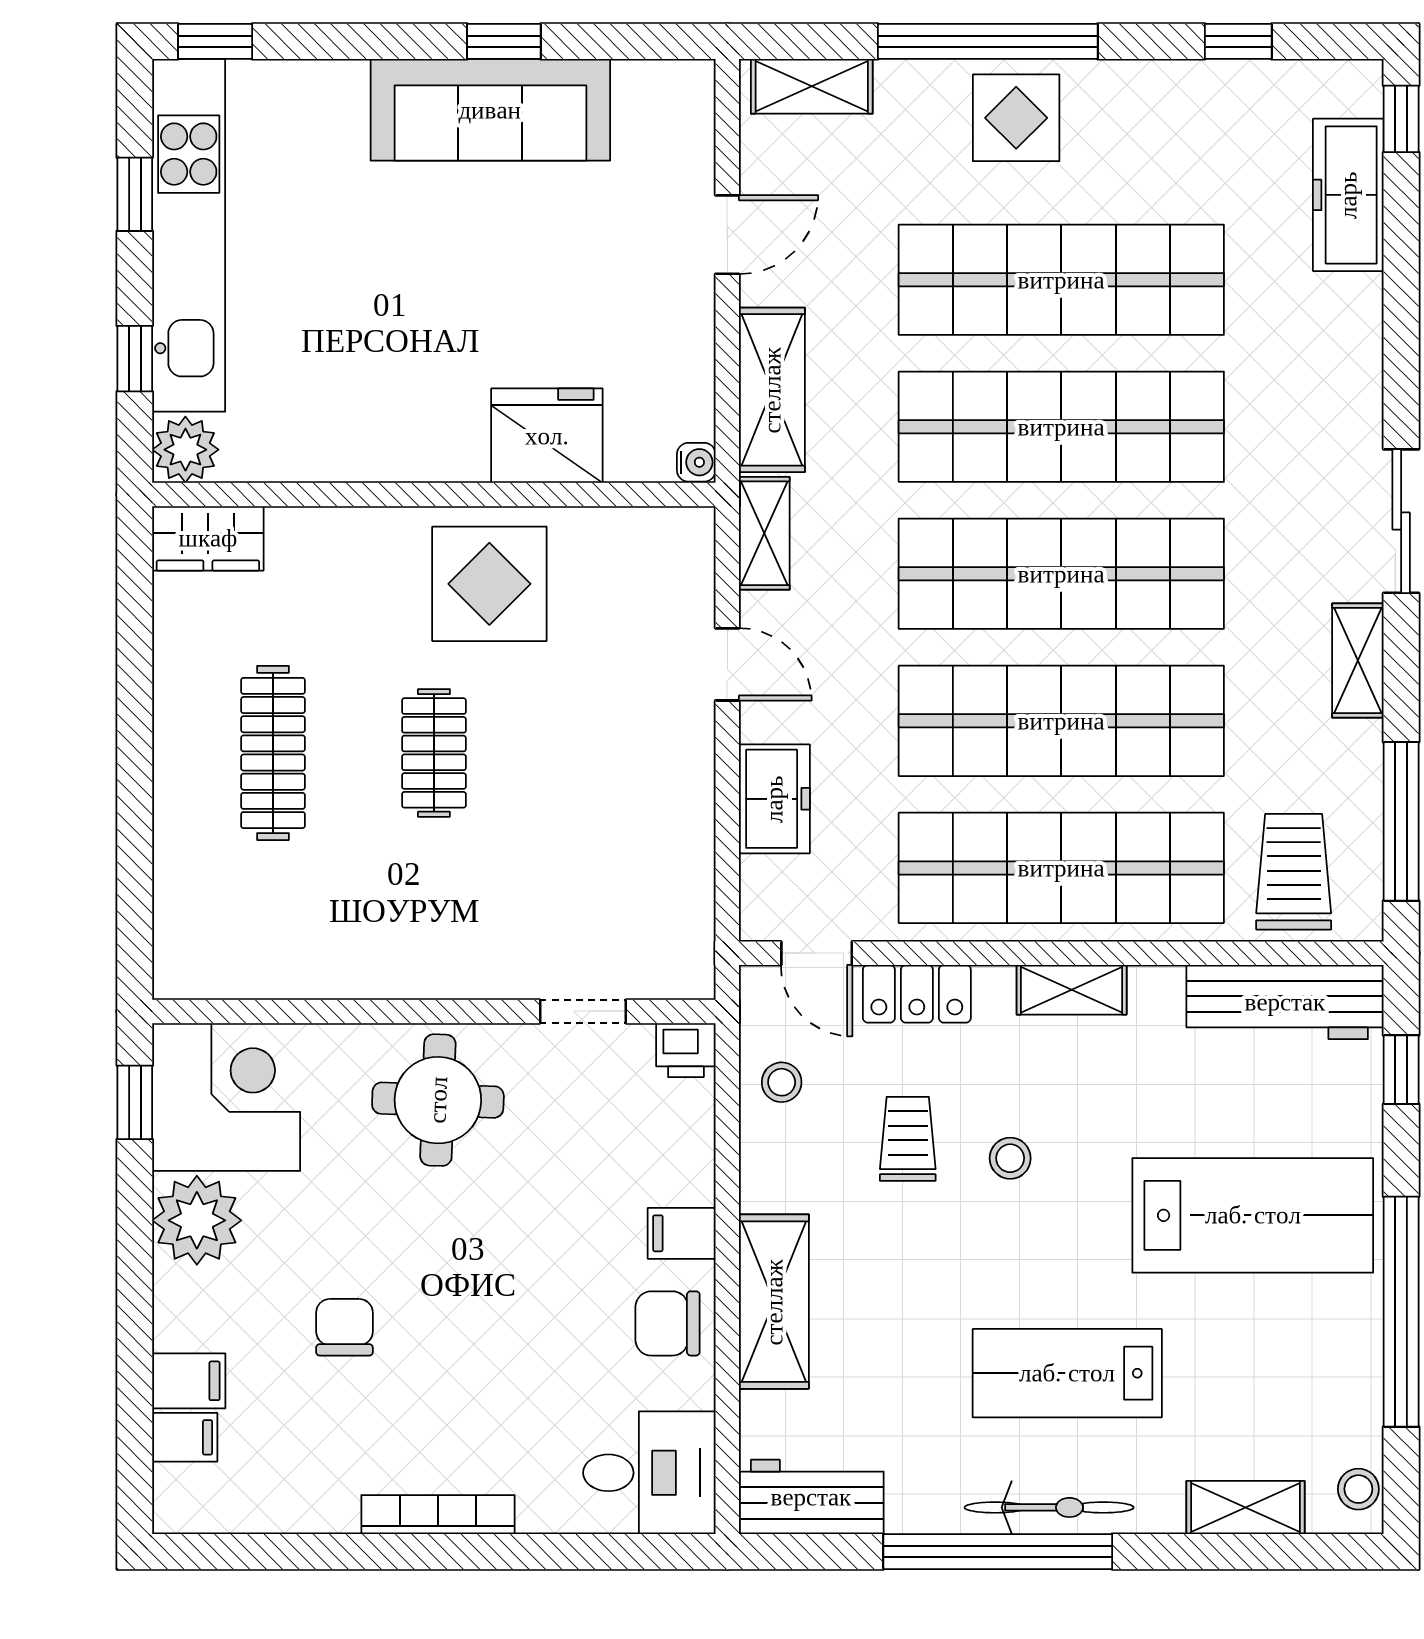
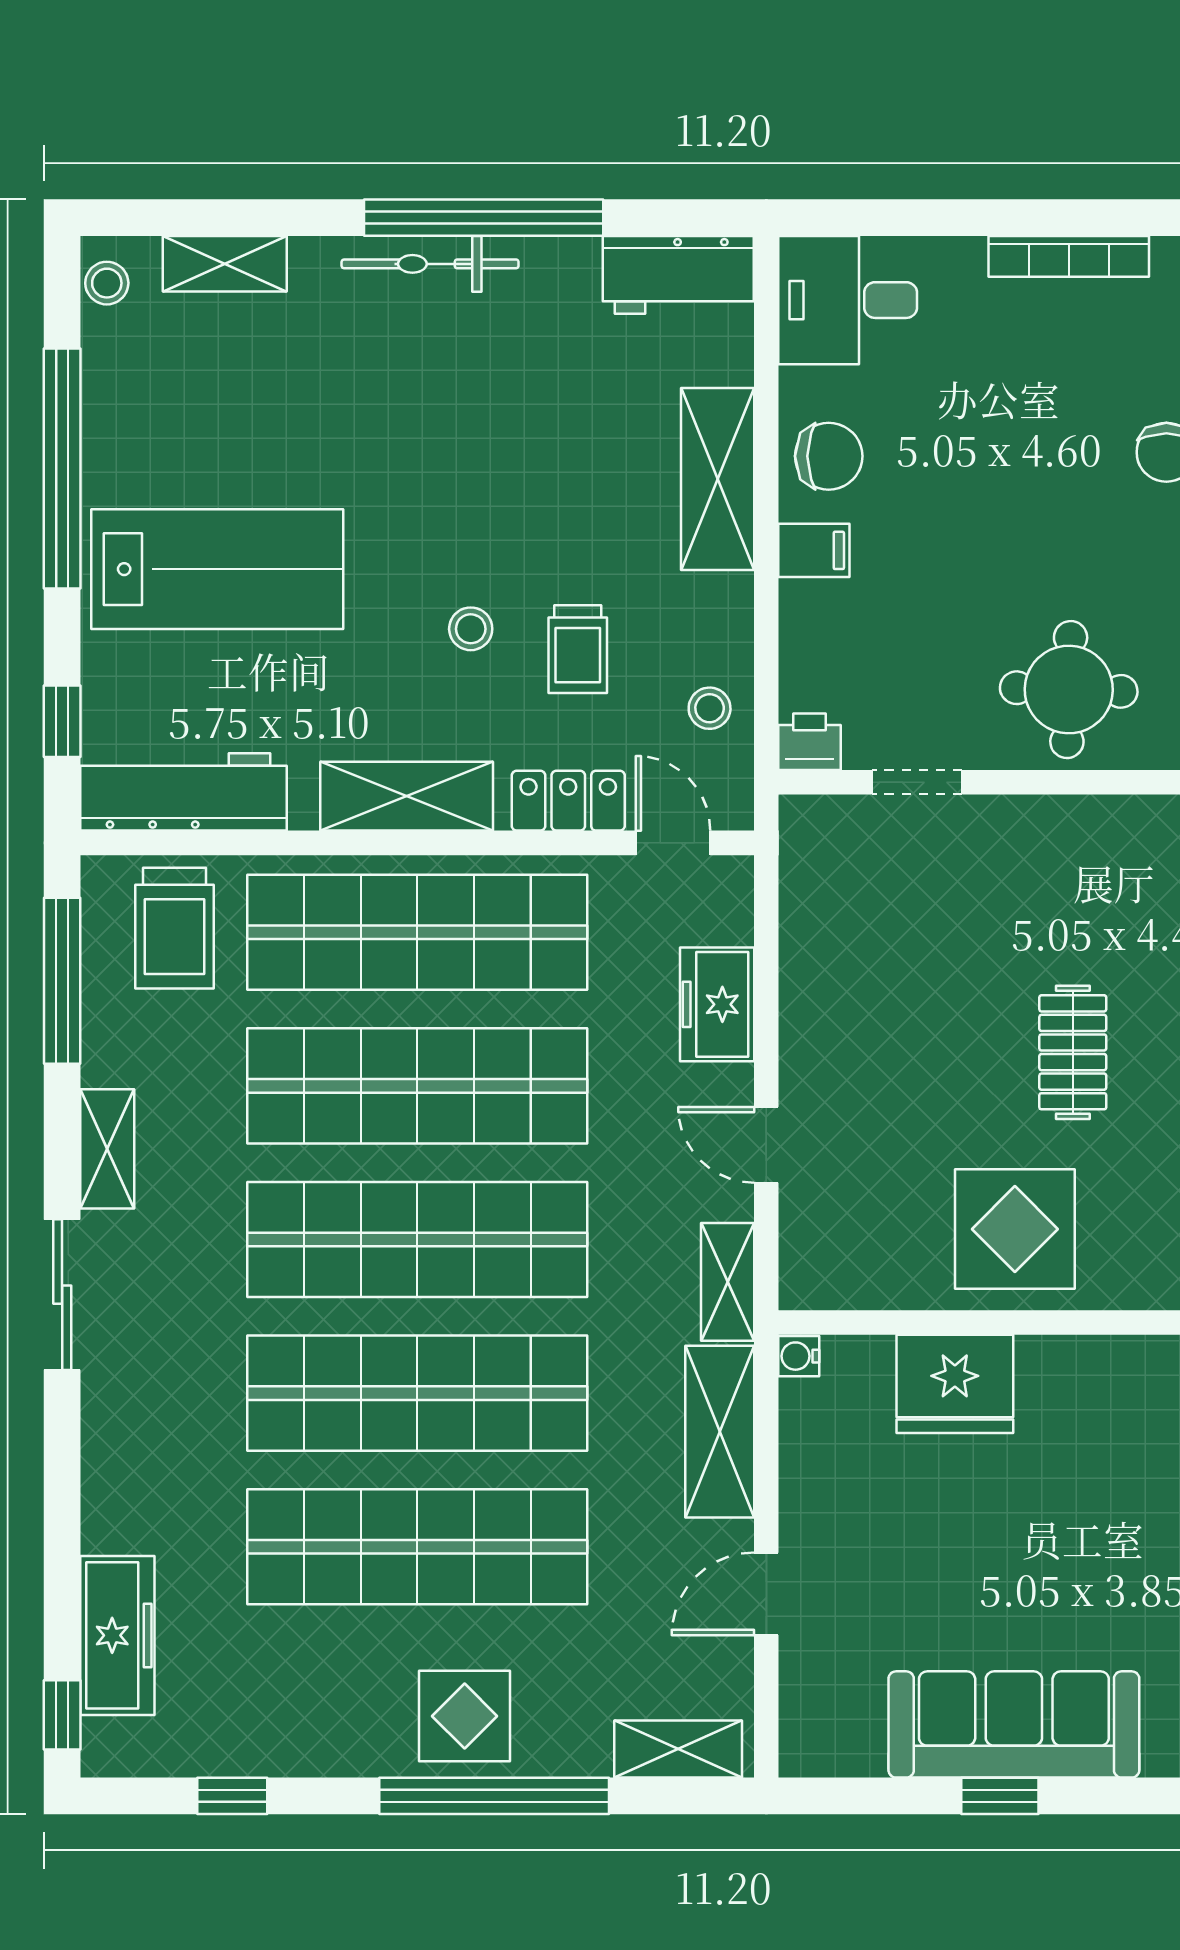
shelving: (1072, 990) -> (407, 796), width x1.50, depth x1.33
lab bench: (1253, 1215) -> (217, 569), turned 180
lab bench: (1067, 1373) -> (411, 404), removed

